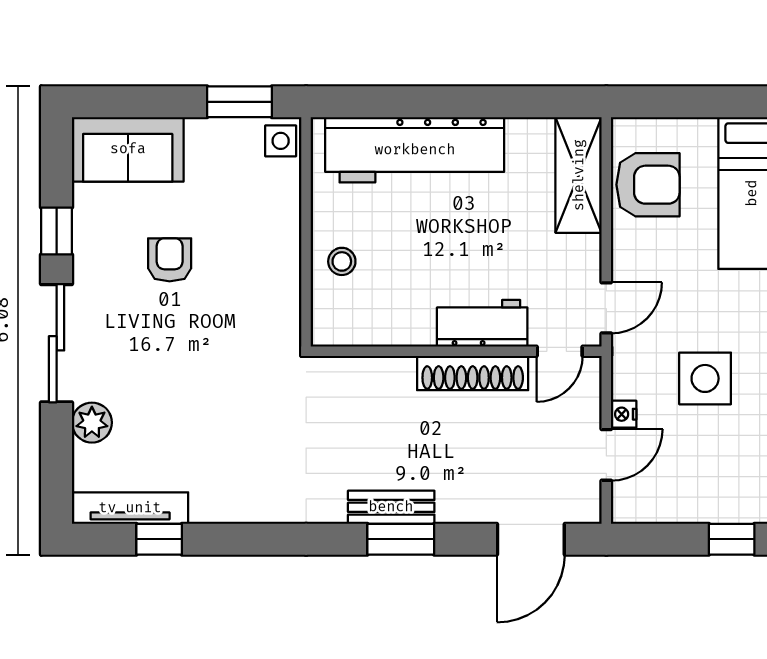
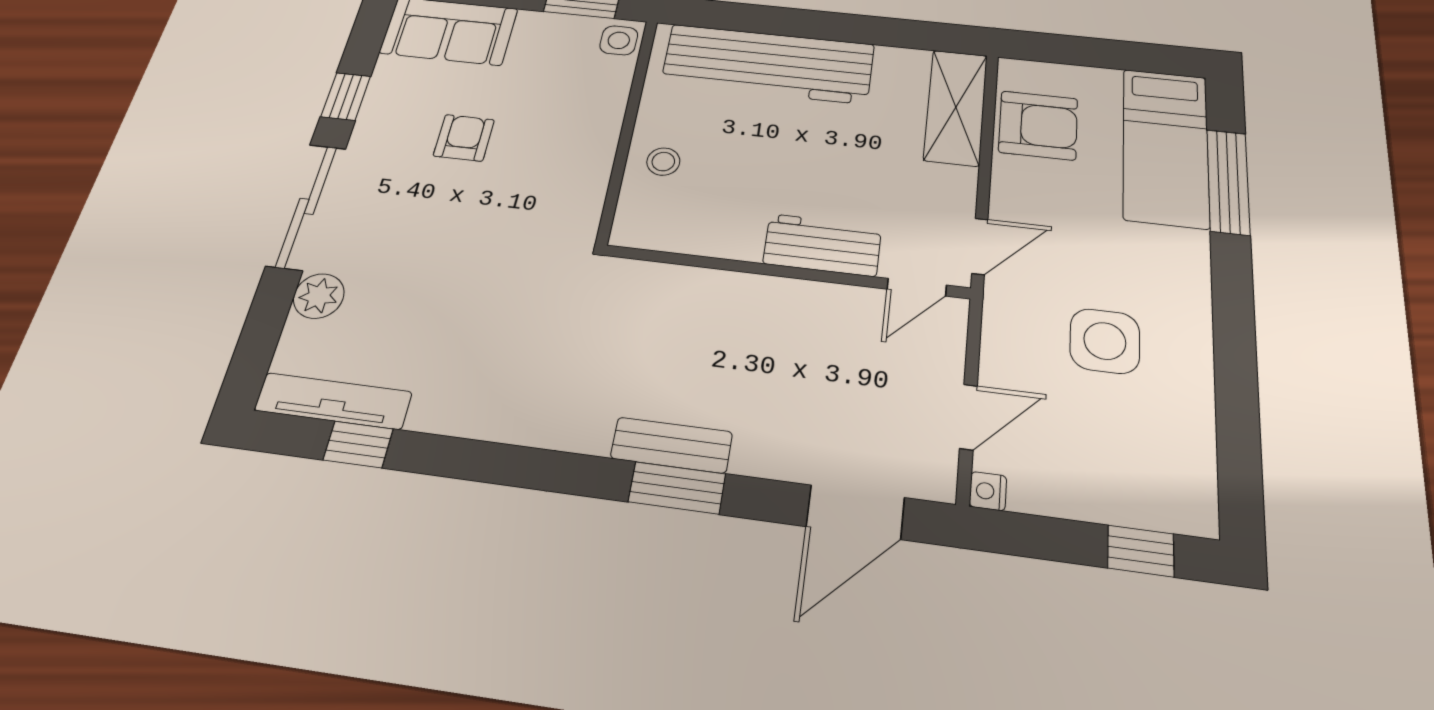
shoe rack: (473, 373) -> (803, 298), removed
nightstand: (624, 414) -> (988, 491), moved

